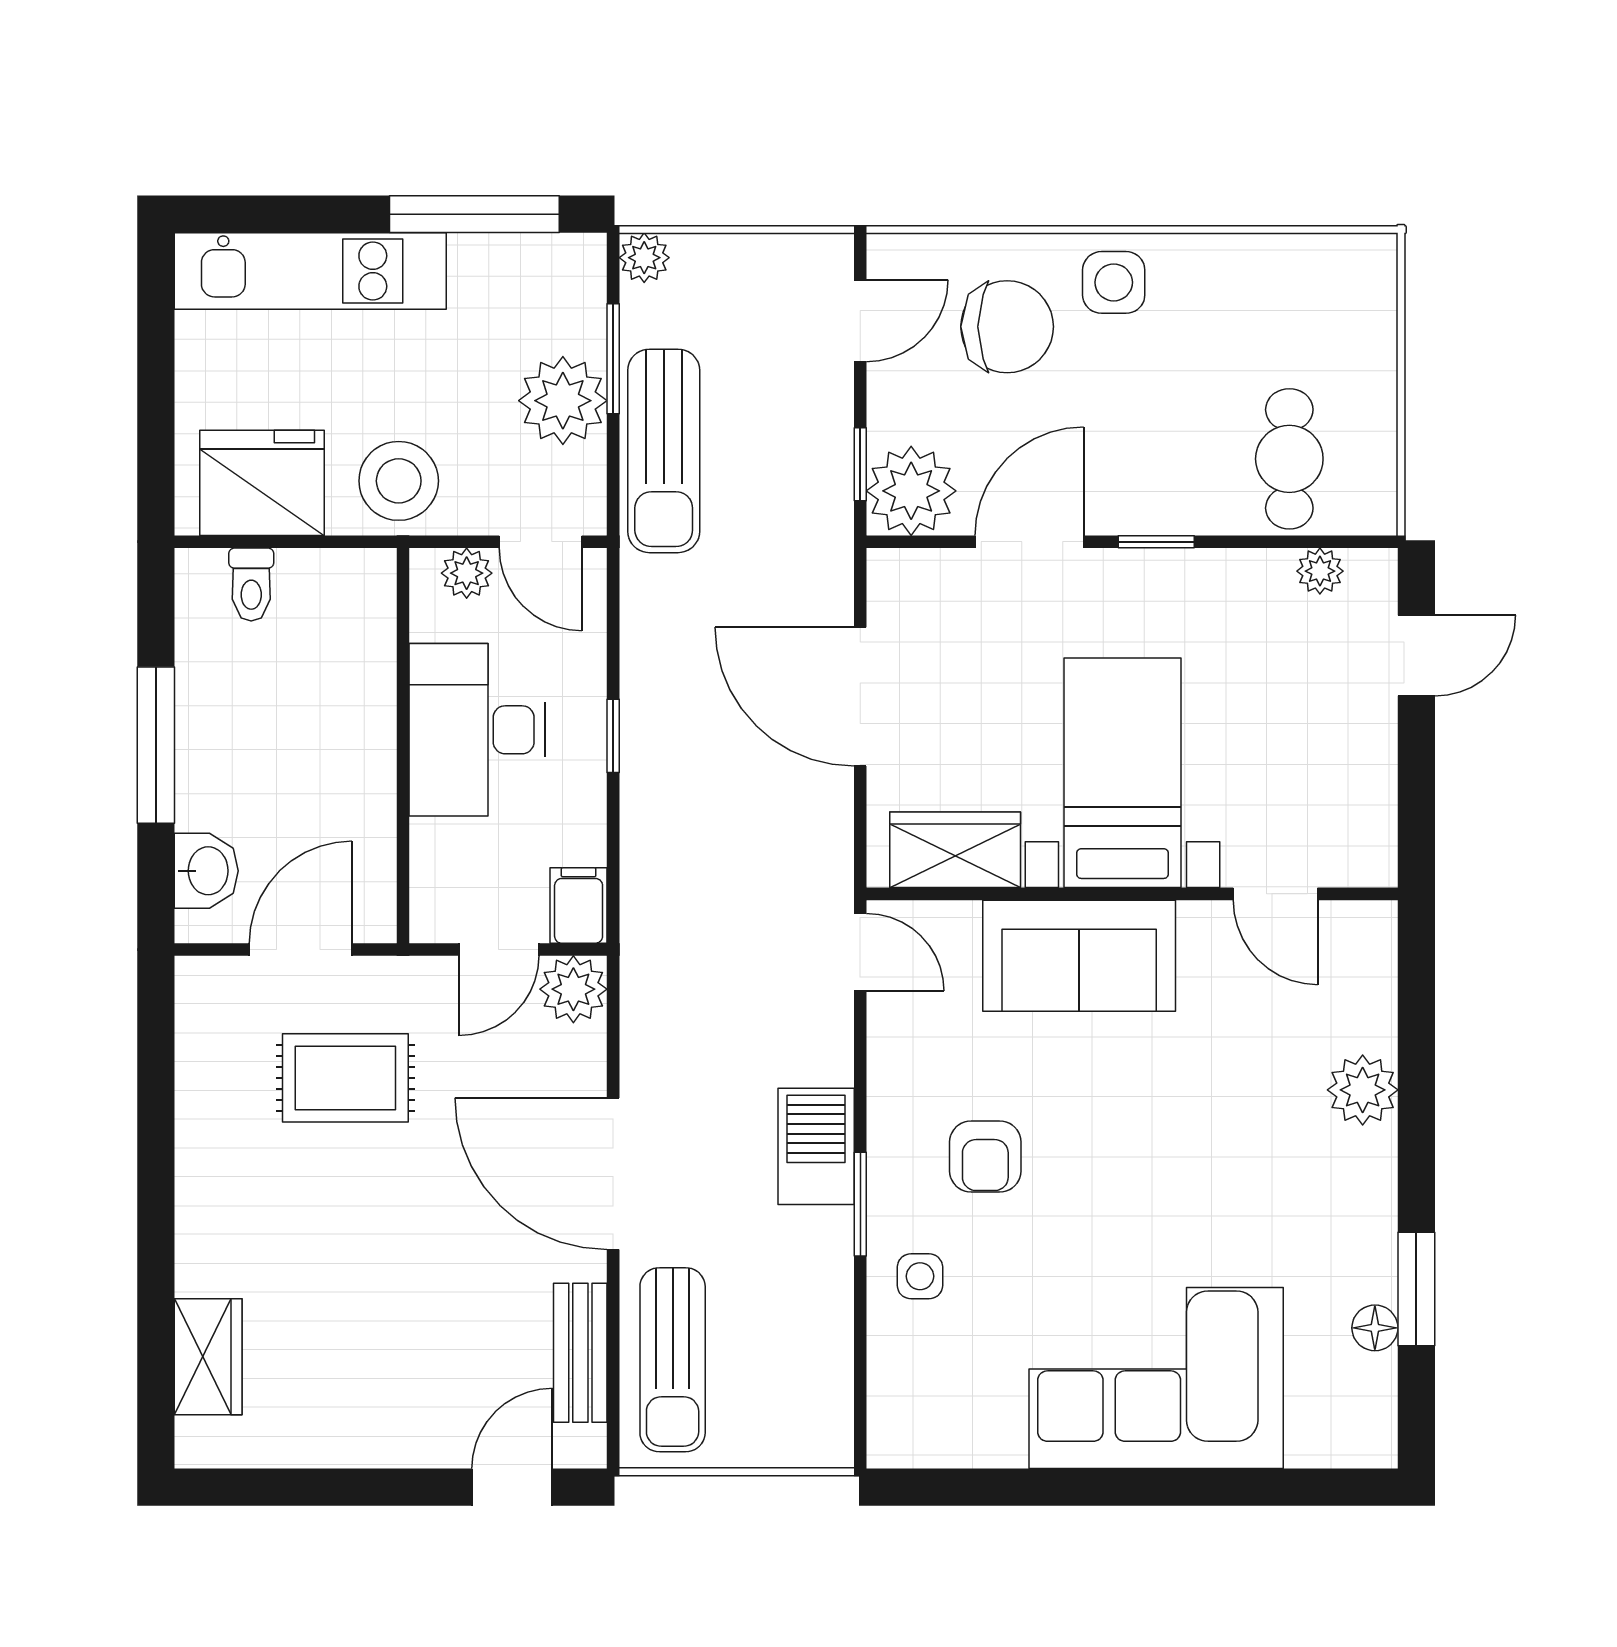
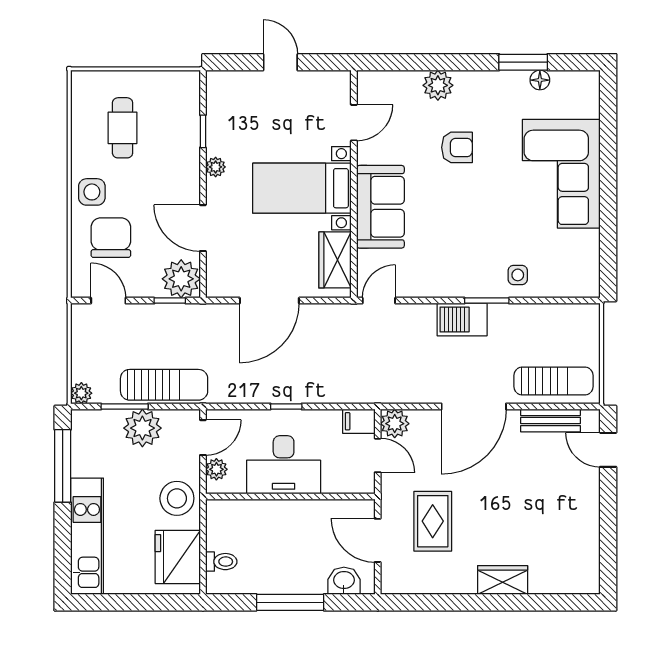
cafe table: (1289, 459) -> (123, 128), moved, turned 90
window: (1156, 542) -> (203, 131), moved
plant: (1320, 571) -> (216, 167), moved
door: (1416, 656) -> (280, 62), moved
armchair: (985, 1156) -> (457, 147), moved
wardrobe: (208, 1357) -> (503, 580), moved

